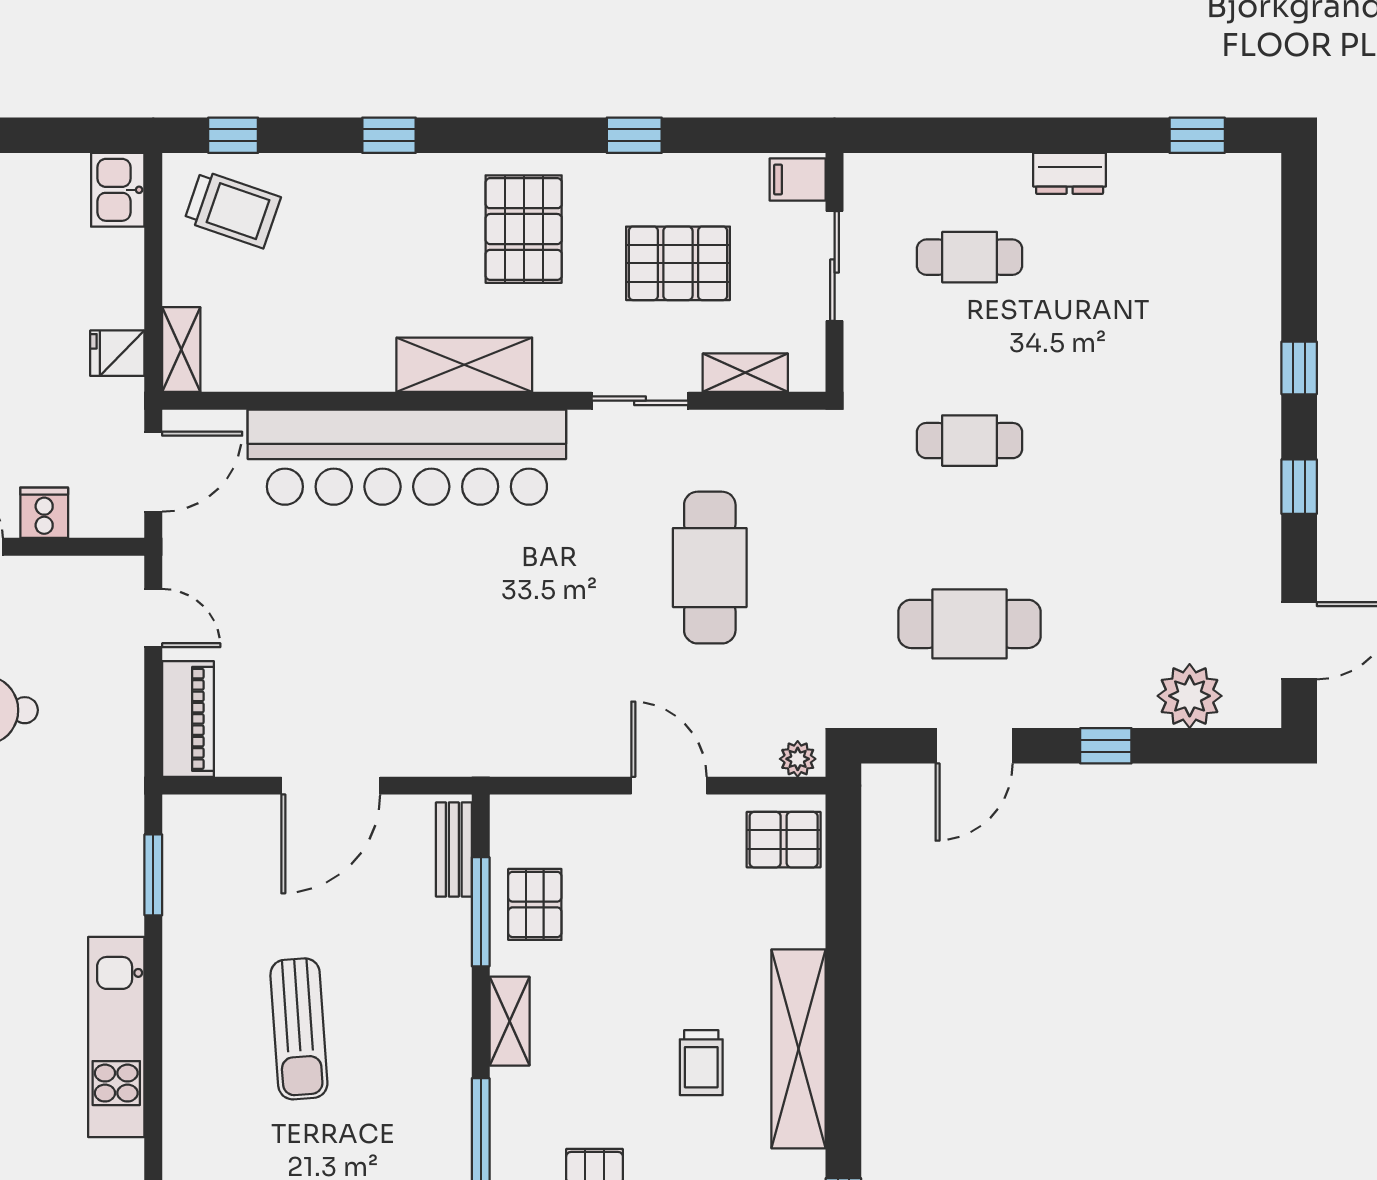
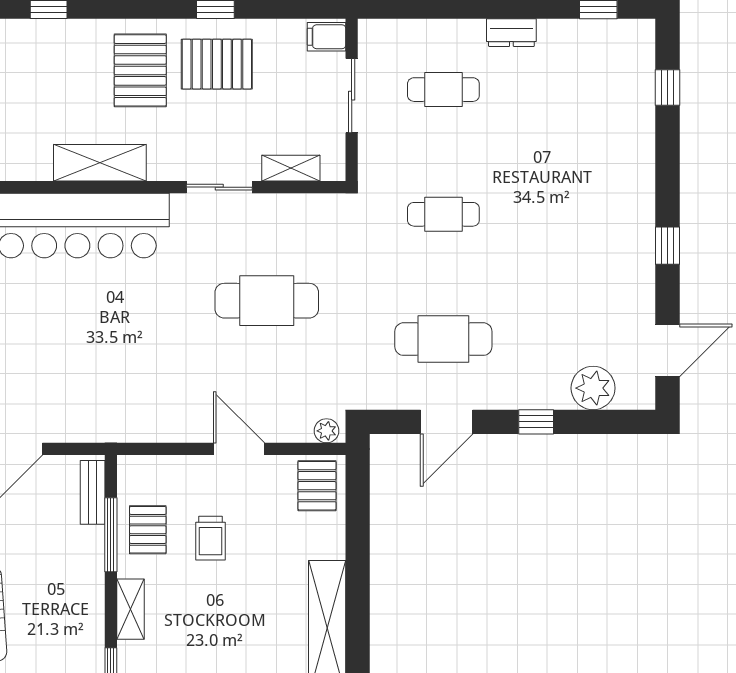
pallet: (678, 263) -> (217, 64), moved
window: (1299, 368) -> (668, 87), moved
cafe table: (710, 568) -> (267, 301), turned 90
pallet: (784, 840) -> (317, 486), turned 90
trolley: (701, 1063) -> (211, 538), moved

